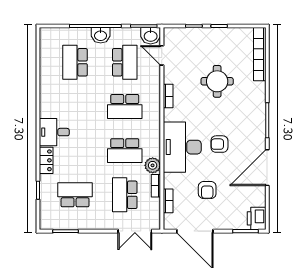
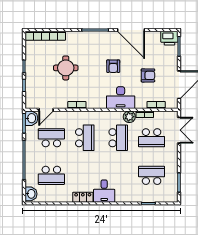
washbasin: (101, 35) -> (31, 194), moved
desk: (182, 147) -> (121, 98), width x0.73, depth x0.77
locker: (46, 160) -> (83, 197), moved
school desk: (75, 195) -> (152, 175), turned 90

